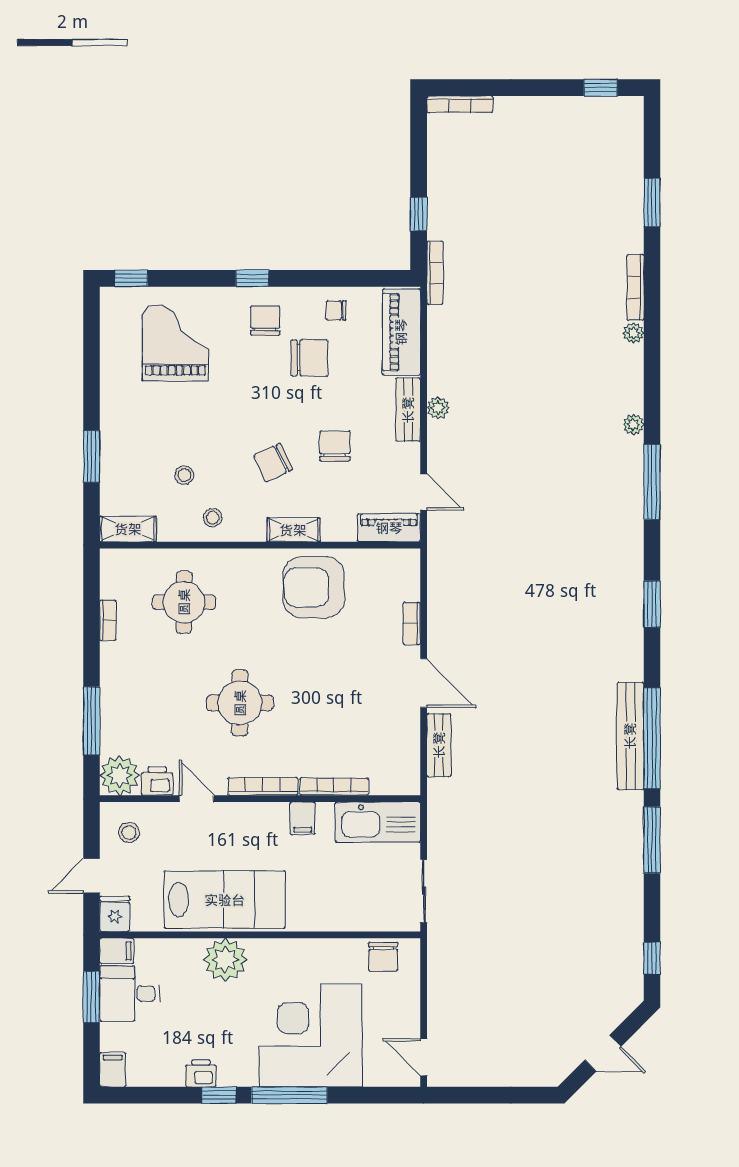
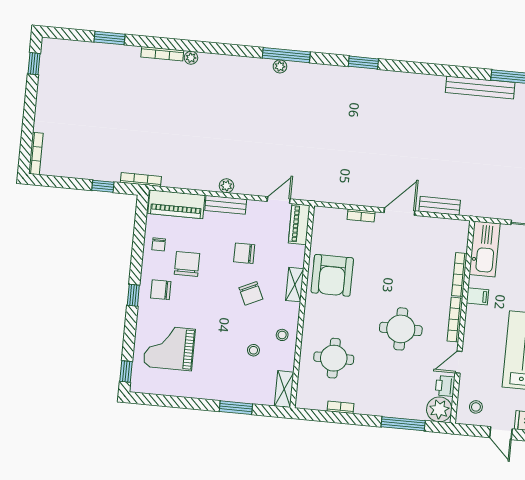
plant: (633, 424) -> (280, 66), moved
bench: (630, 736) -> (480, 88), moved
window: (652, 738) -> (448, 71), removed

